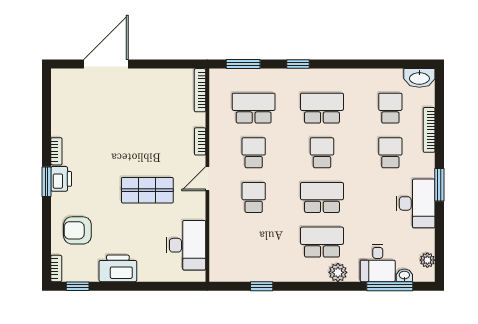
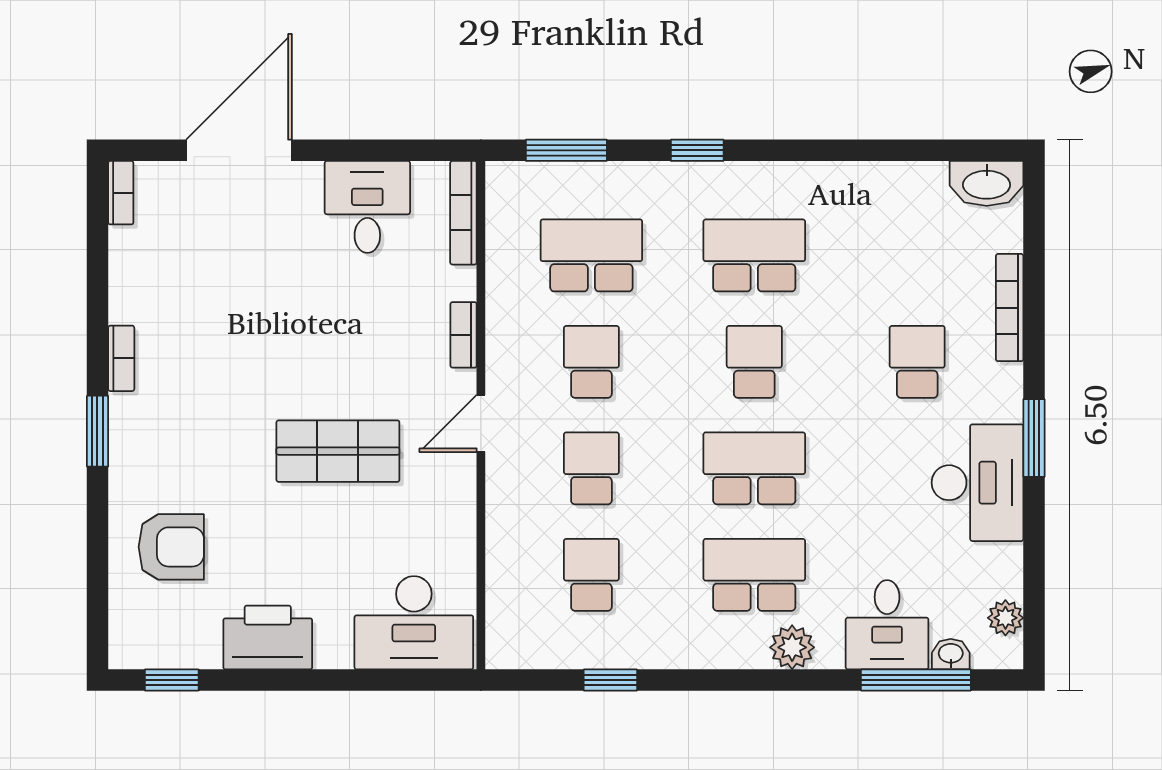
desk: (160, 88) -> (367, 207), added
school desk: (390, 108) -> (591, 575), moved
printer: (61, 179) -> (133, 424), removed
armchair: (77, 230) -> (171, 547), turned 180
desk: (186, 245) -> (414, 623), moved, turned 90
bookcase: (56, 268) -> (121, 193), moved

